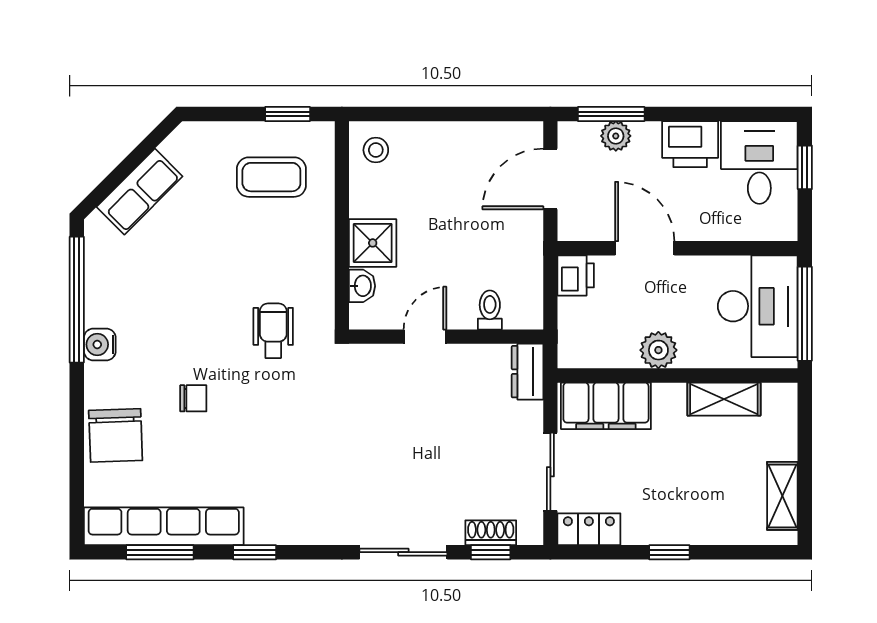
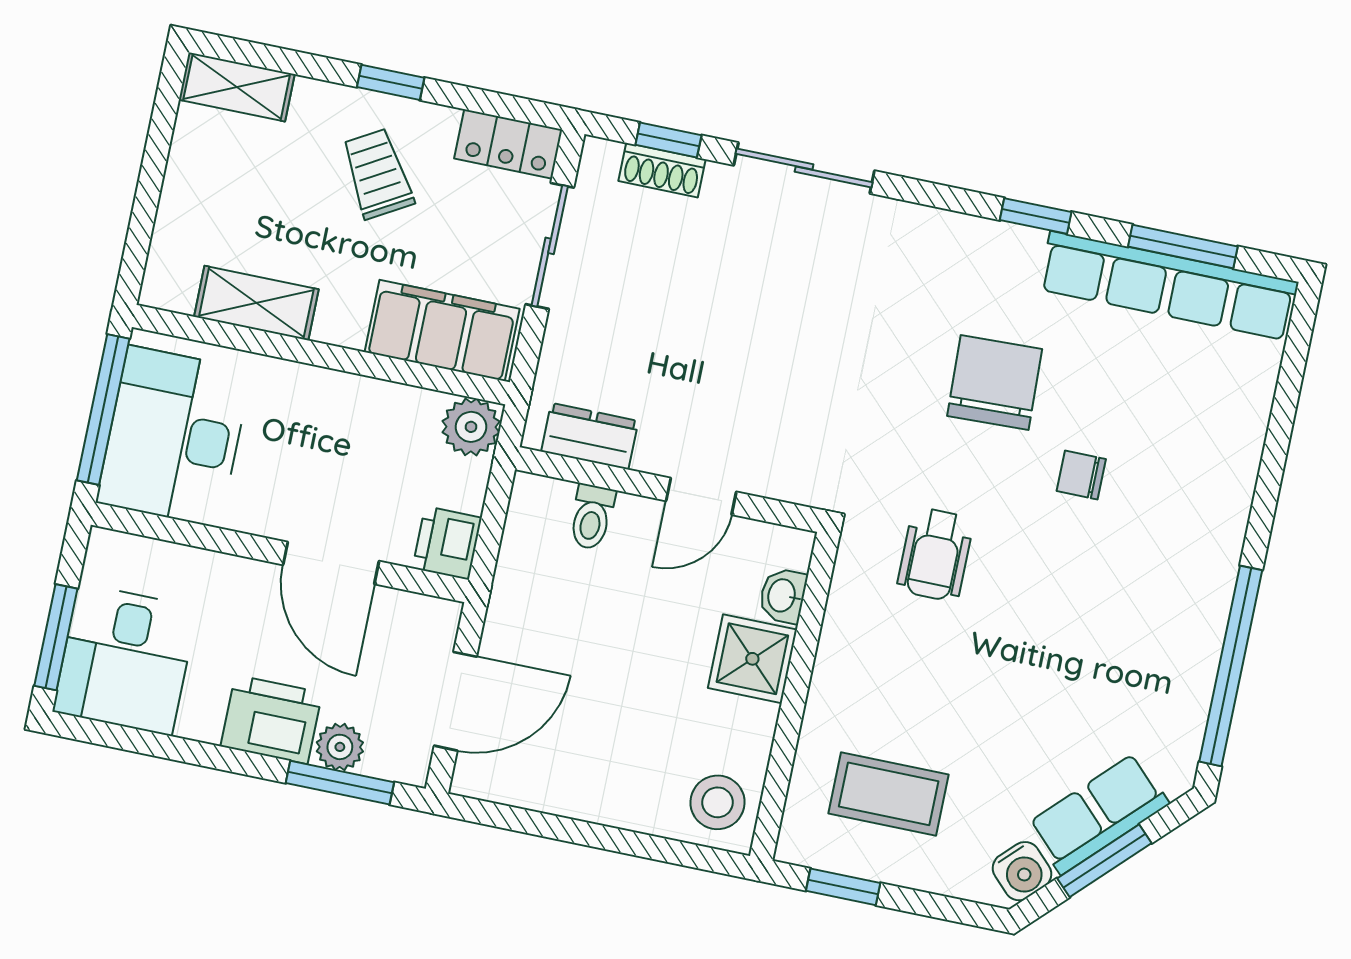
printer: (690, 144) -> (271, 720), moved
stool: (376, 150) -> (717, 802), width x1.37, depth x1.37
window: (130, 163) -> (1104, 861), added
window: (805, 167) -> (56, 637), width x1.50
water cooler: (100, 344) -> (1022, 871), moved, turned 45
plant: (658, 350) -> (471, 427), moved
dresser: (528, 372) -> (590, 436), moved, turned -90
chair: (116, 435) -> (995, 382), moved
trolley: (666, 494) -> (377, 174), added
shelving: (782, 496) -> (237, 87), moved, turned 90

